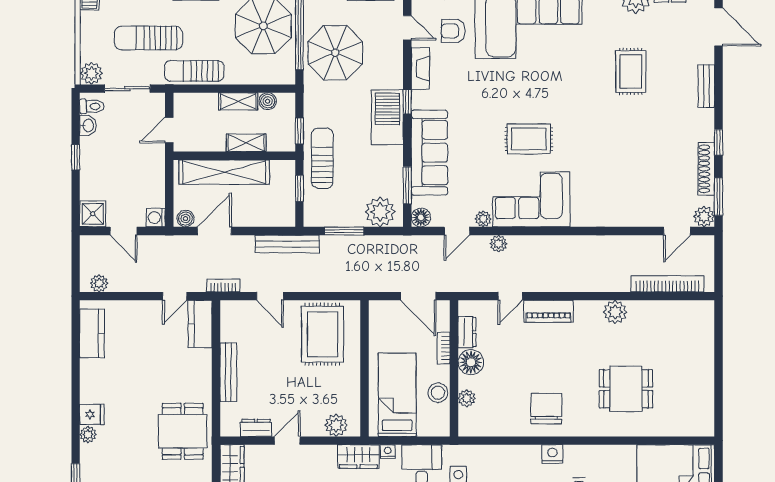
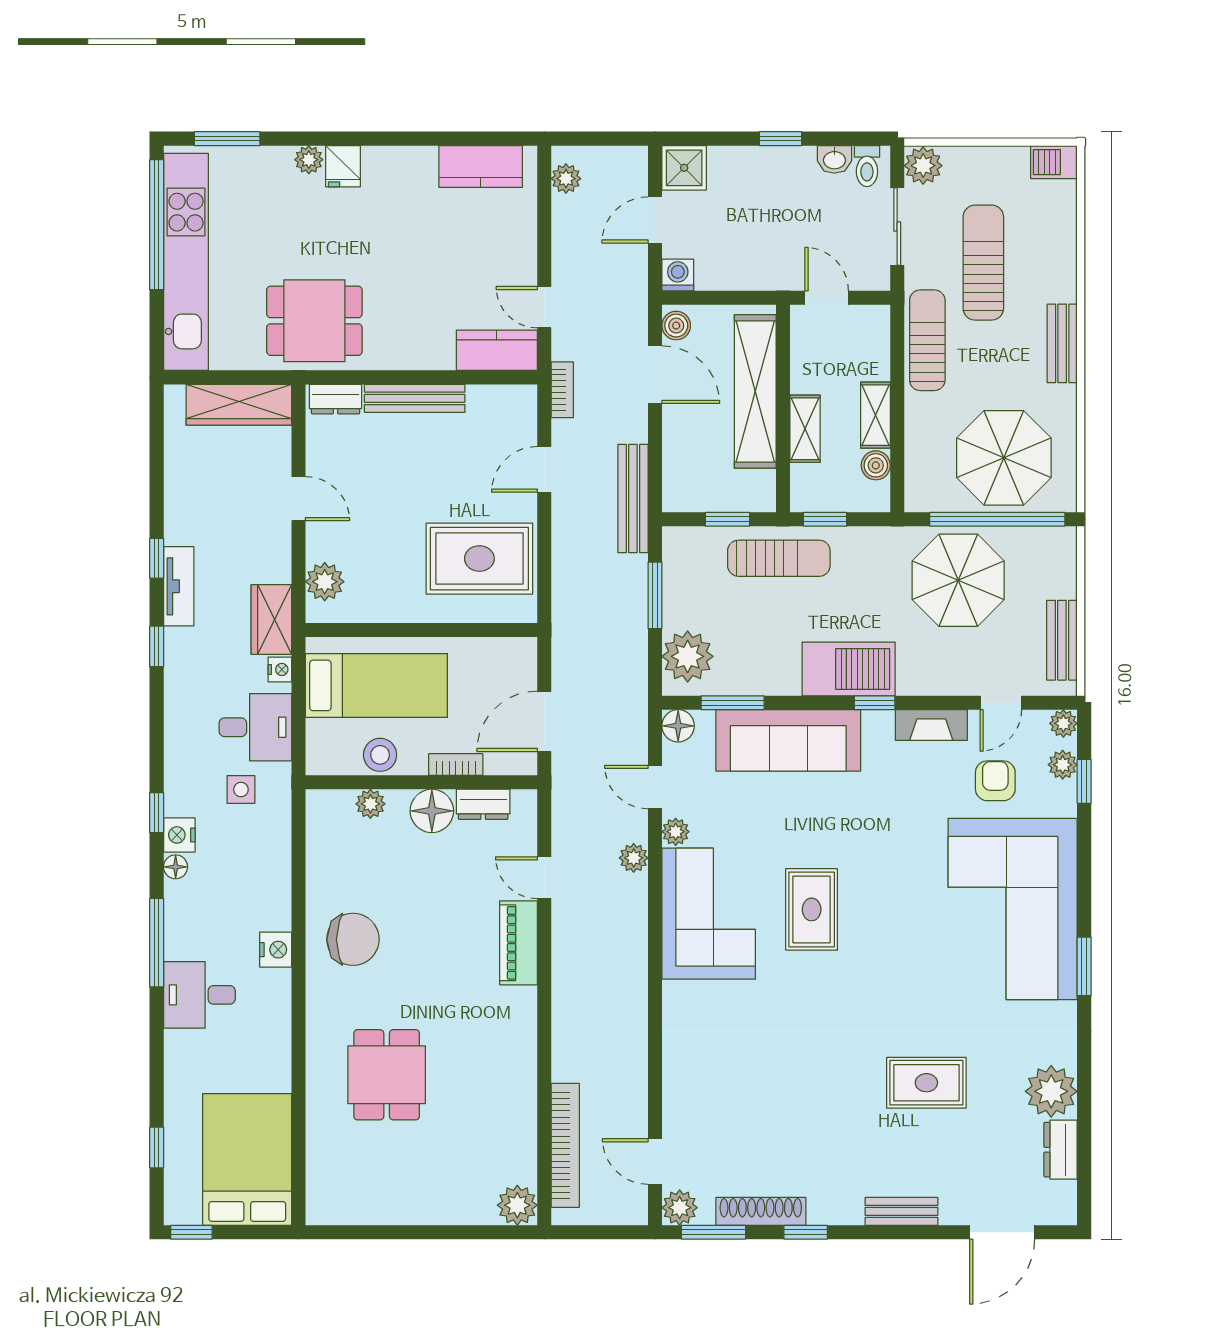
plant: (615, 312) -> (517, 1205), moved
dresser: (256, 428) -> (335, 399), moved, turned 90

